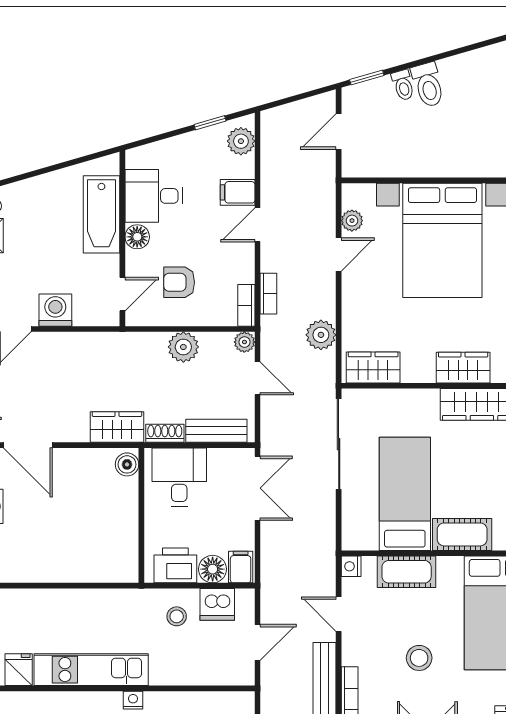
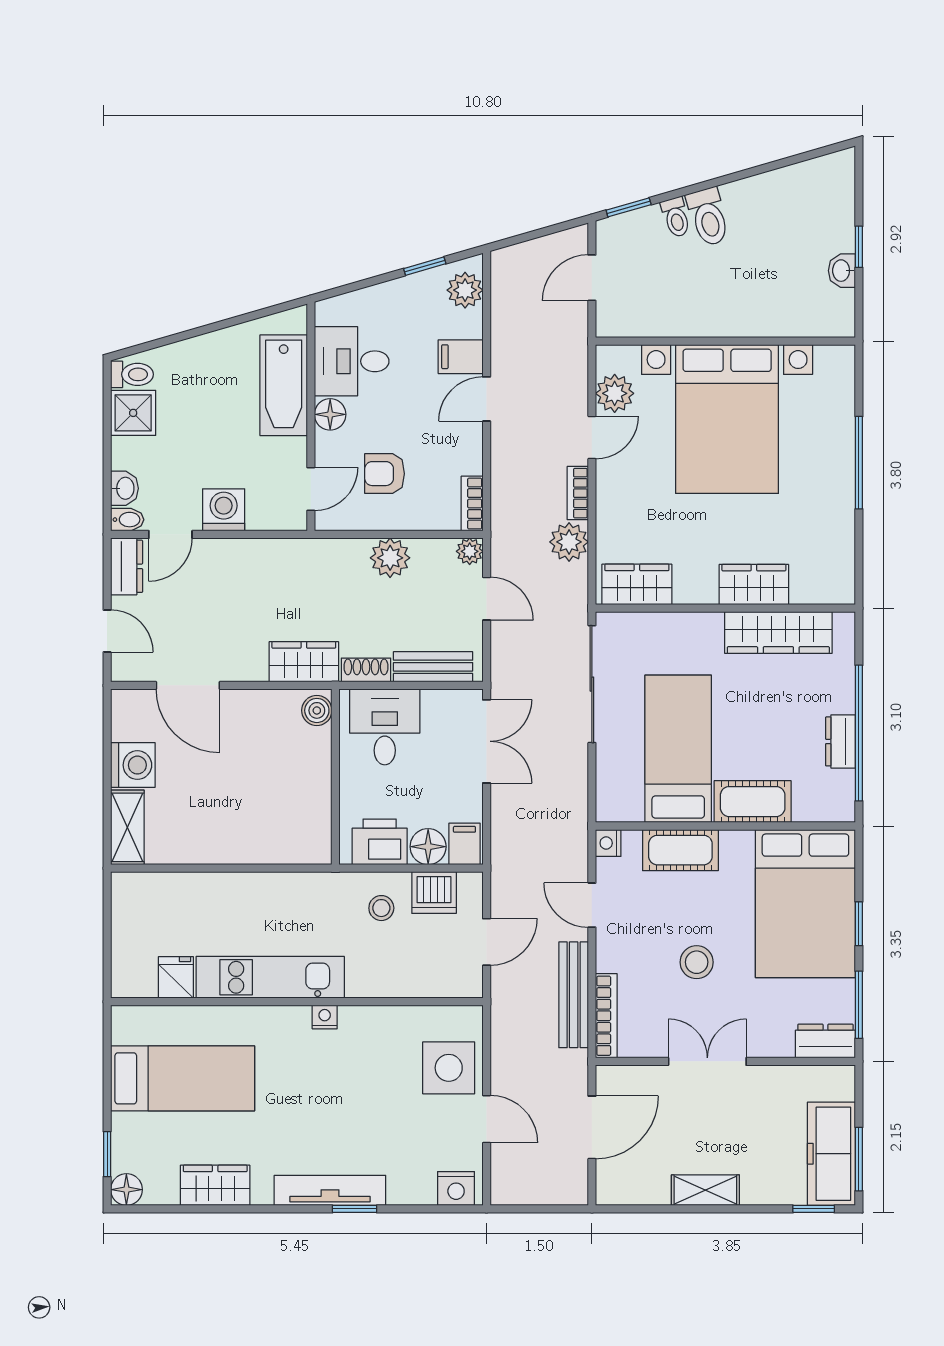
plant: (352, 221) -> (615, 393), width x1.38, depth x1.38
bookcase: (268, 294) -> (578, 493), moved, turned 180

